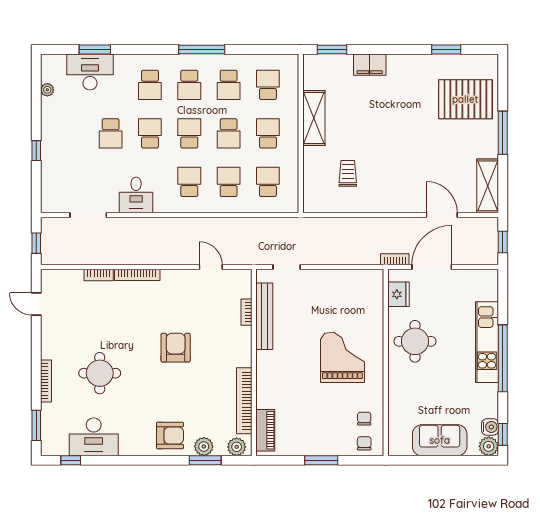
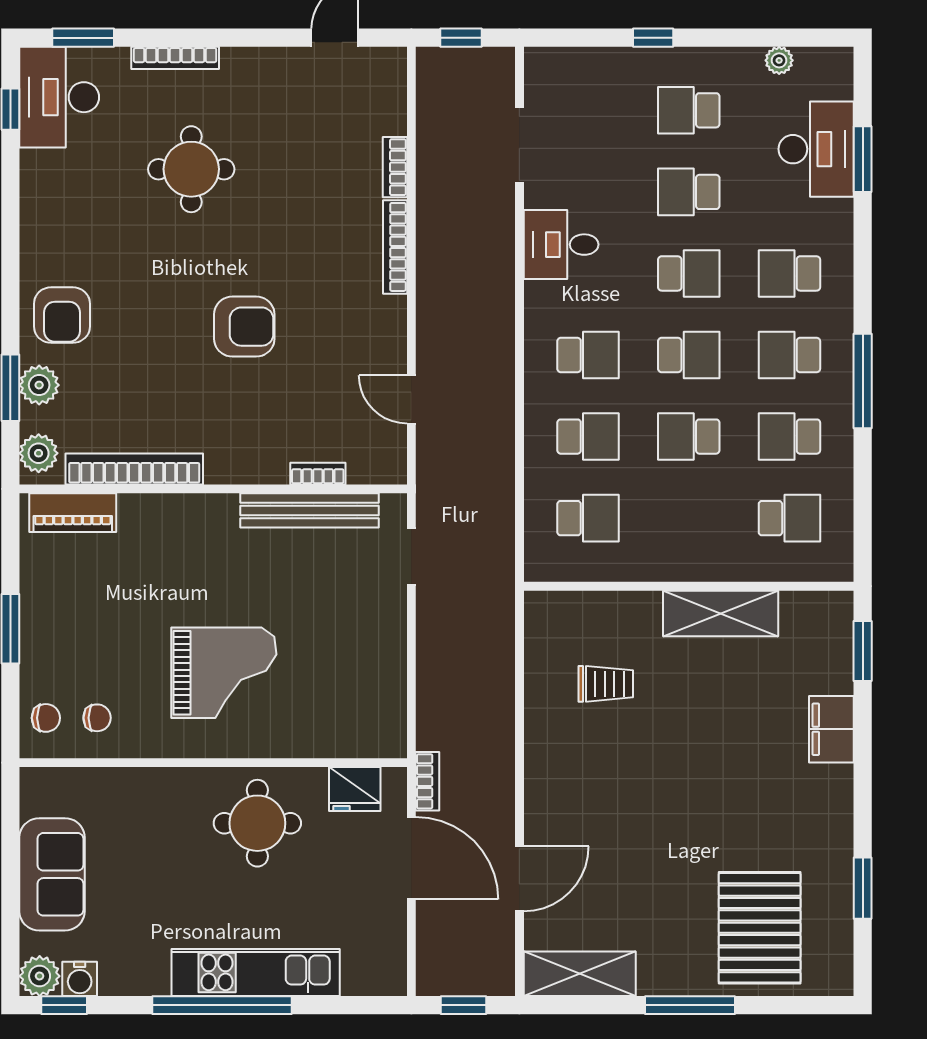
school desk: (268, 133) -> (689, 110), moved, turned 180
door: (211, 267) -> (411, 400), swing flipped
desk: (94, 437) -> (59, 97), moved

